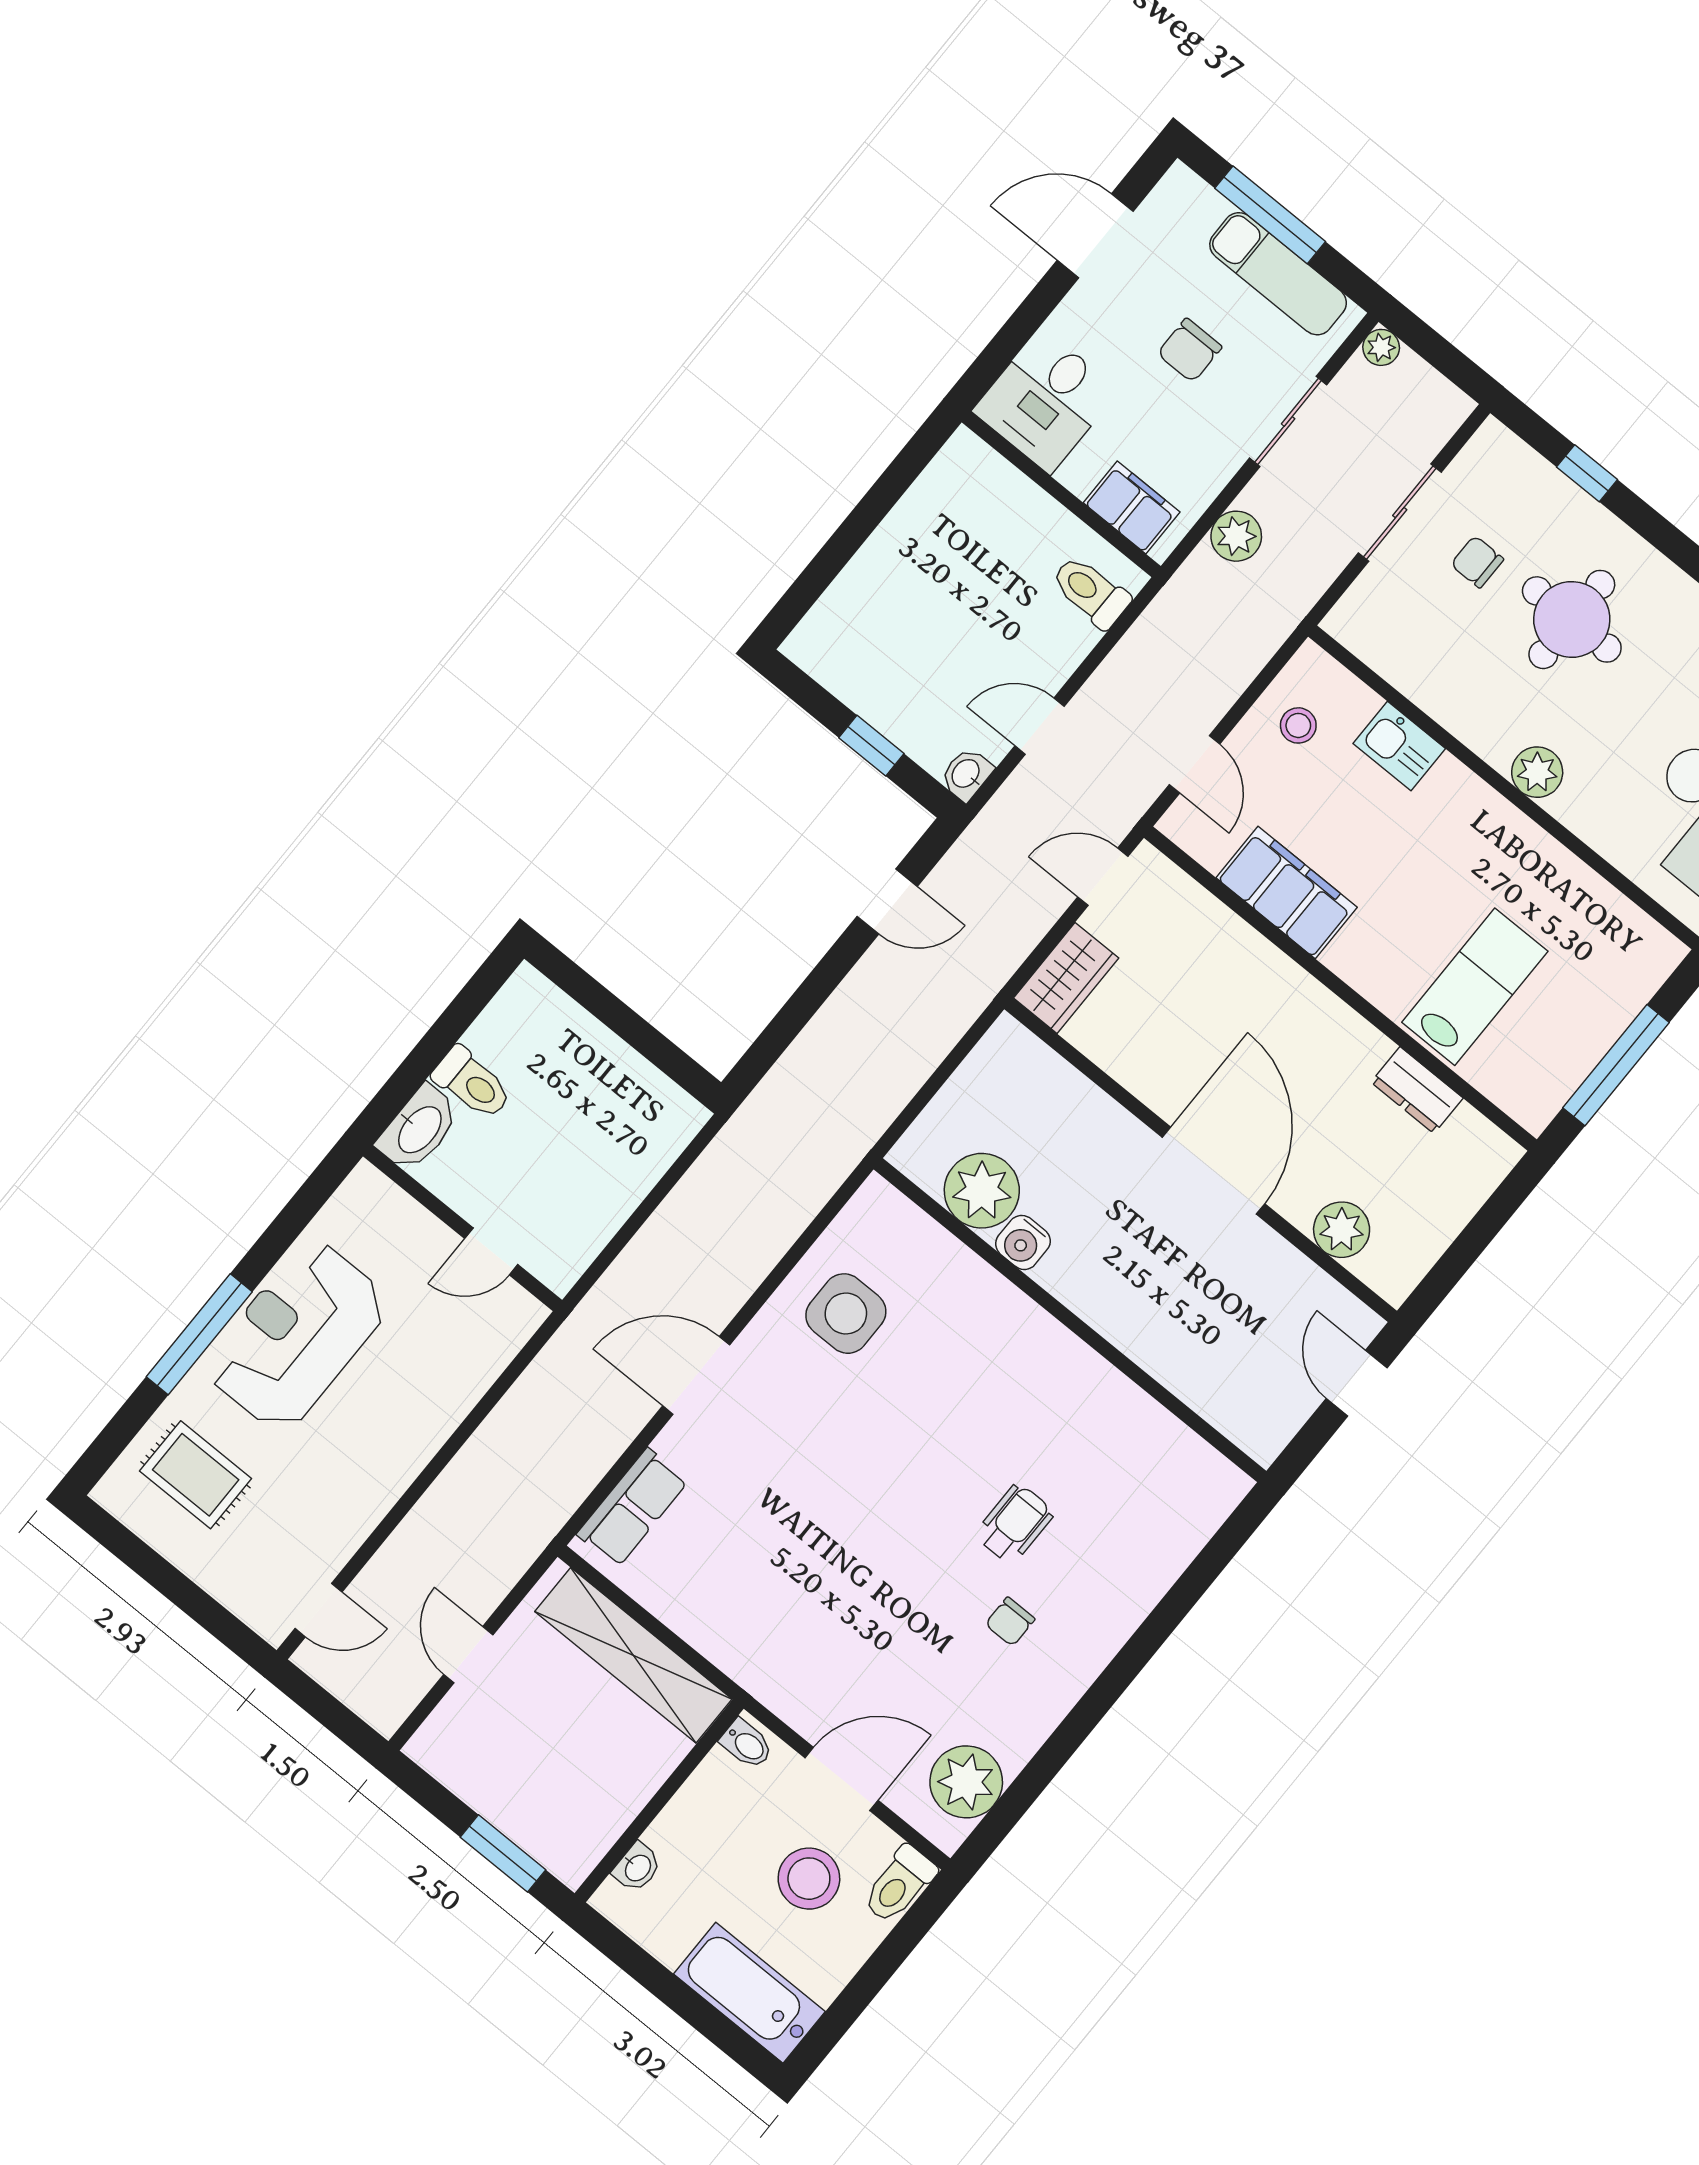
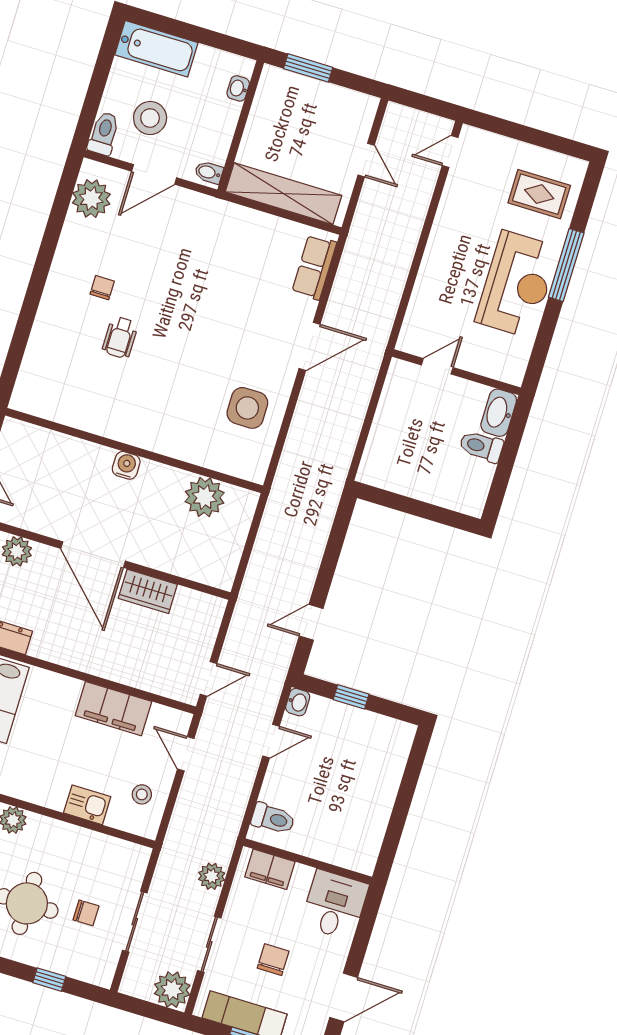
plant: (1381, 347) -> (172, 990), width x1.88, depth x1.88
wardrobe: (1066, 978) -> (148, 591), moved, turned -90
water cooler: (1023, 1242) -> (126, 465), moved

